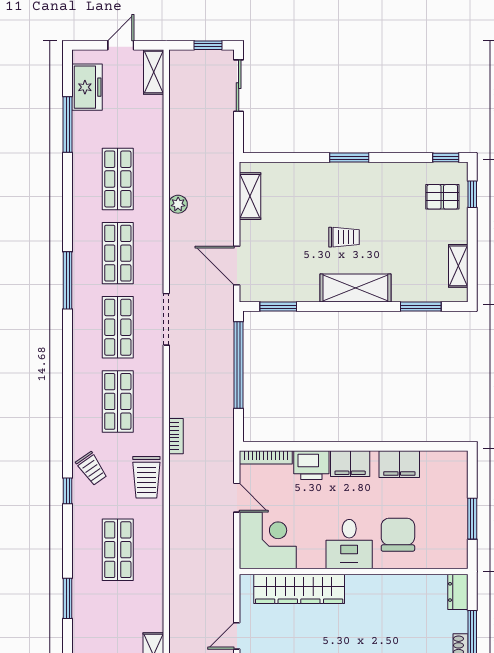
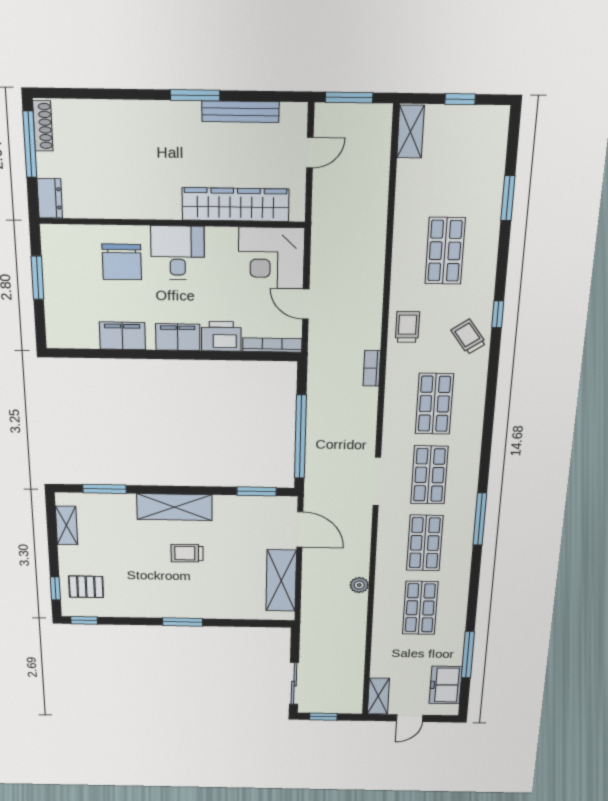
shelving: (250, 196) -> (281, 581), width x1.50, depth x1.33
trolley: (146, 477) -> (407, 327), width x0.73, depth x0.72

